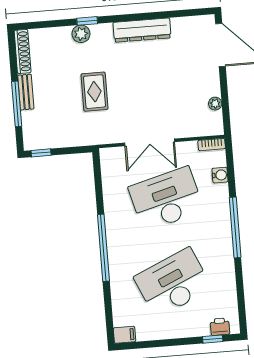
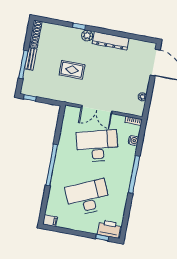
plant: (81, 34) -> (87, 36), moved
rug: (94, 92) -> (72, 70), turned 90
printer: (220, 327) -> (109, 229), width x1.87, depth x1.48

